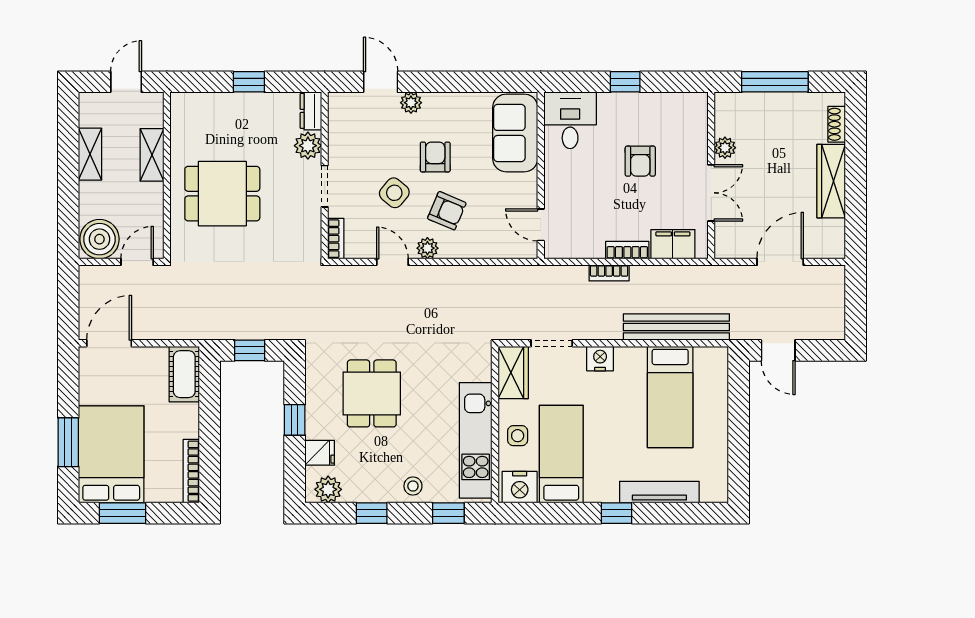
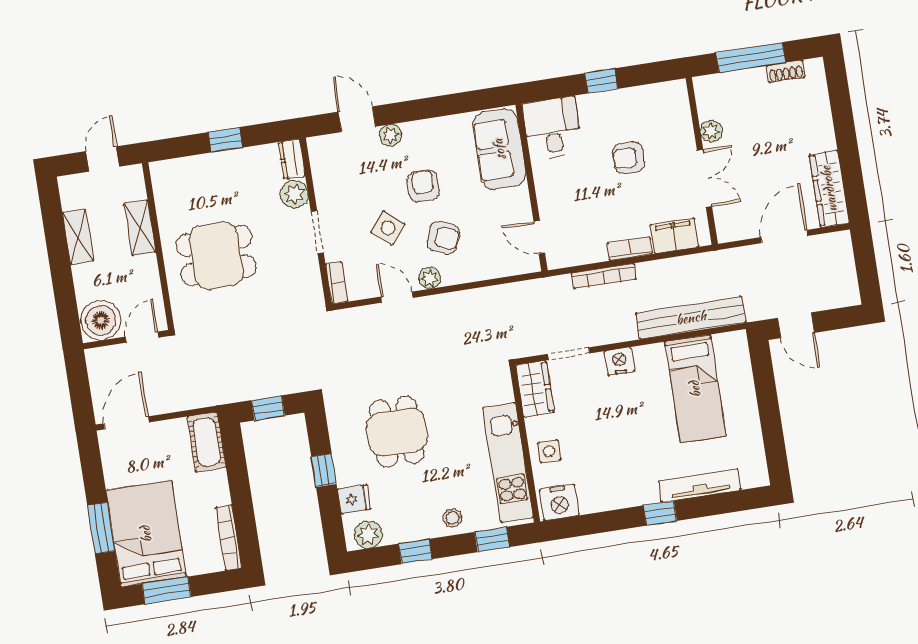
shoe rack: (837, 124) -> (786, 71), moved, turned -90
armchair: (640, 161) -> (629, 158), turned 90
wardrobe: (831, 181) -> (829, 189), moved
bookcase: (609, 273) -> (604, 276), width x1.56
bed: (561, 454) -> (596, 463), removed

